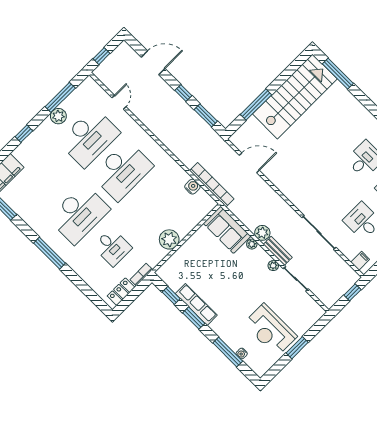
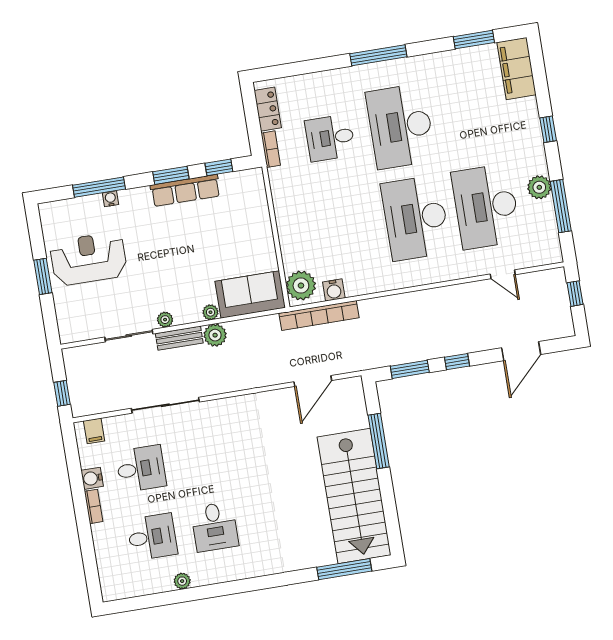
plant: (169, 239) -> (301, 286), moved
water cooler: (242, 354) -> (111, 199), moved

